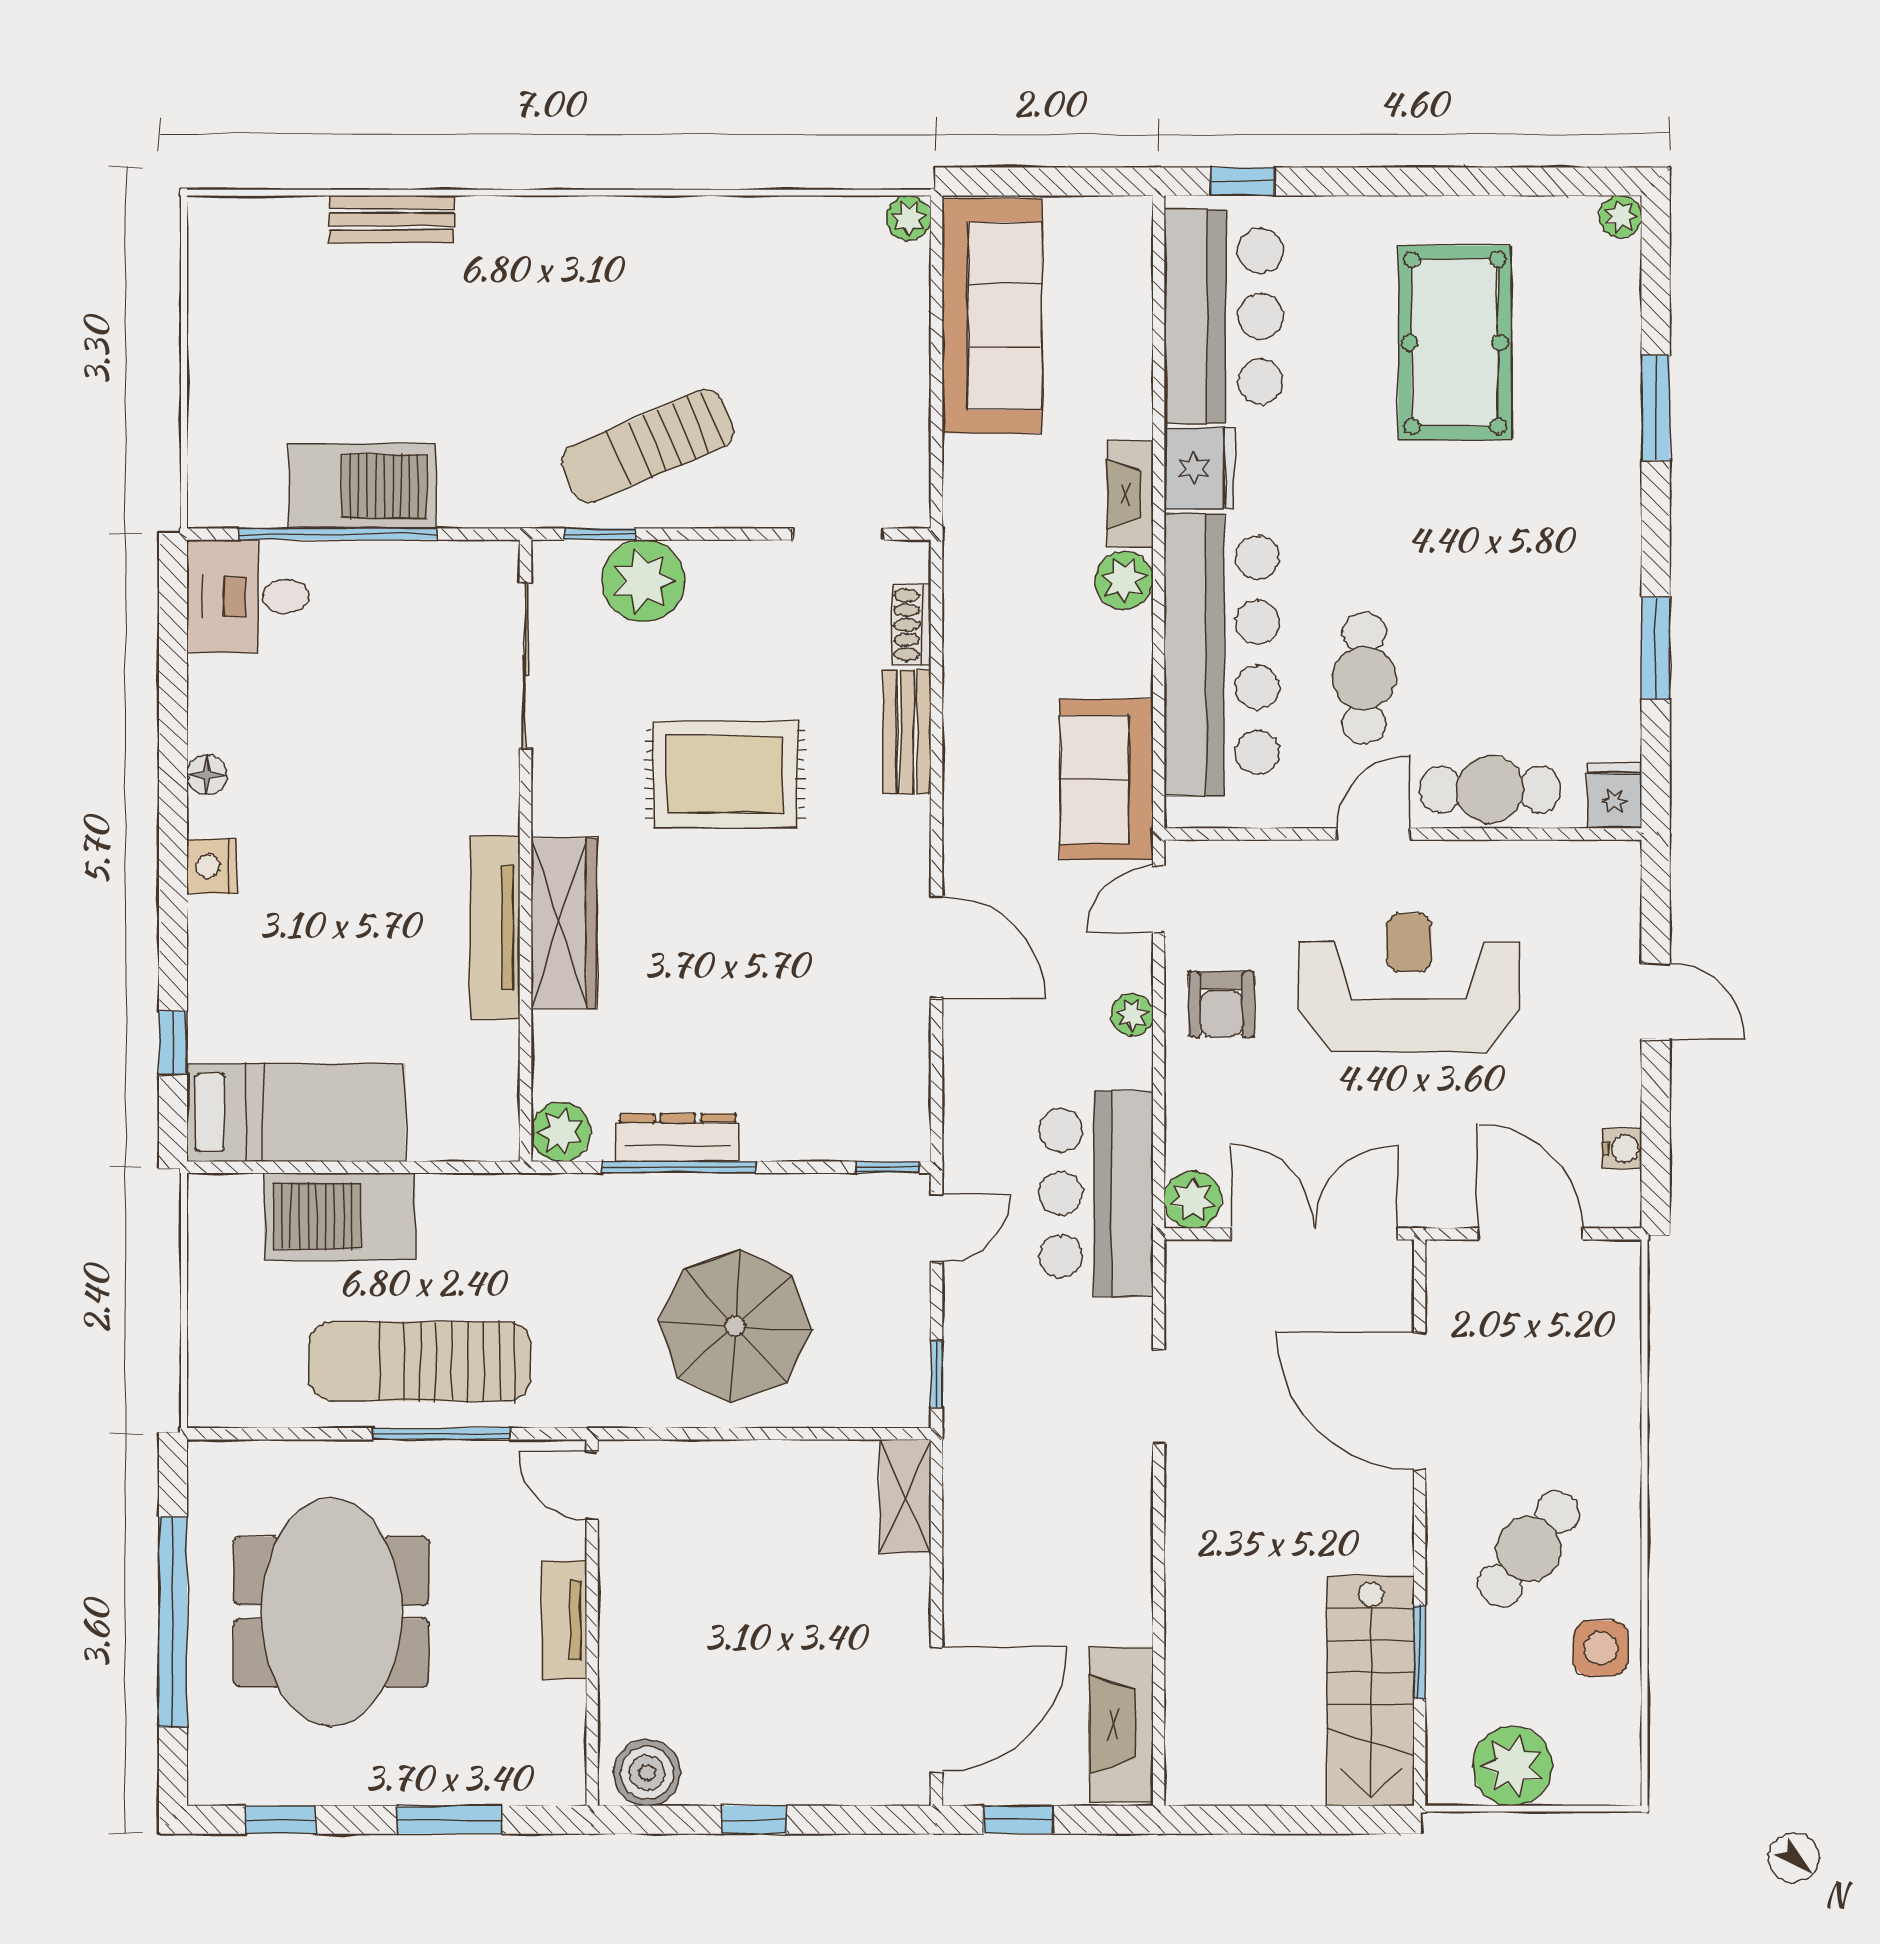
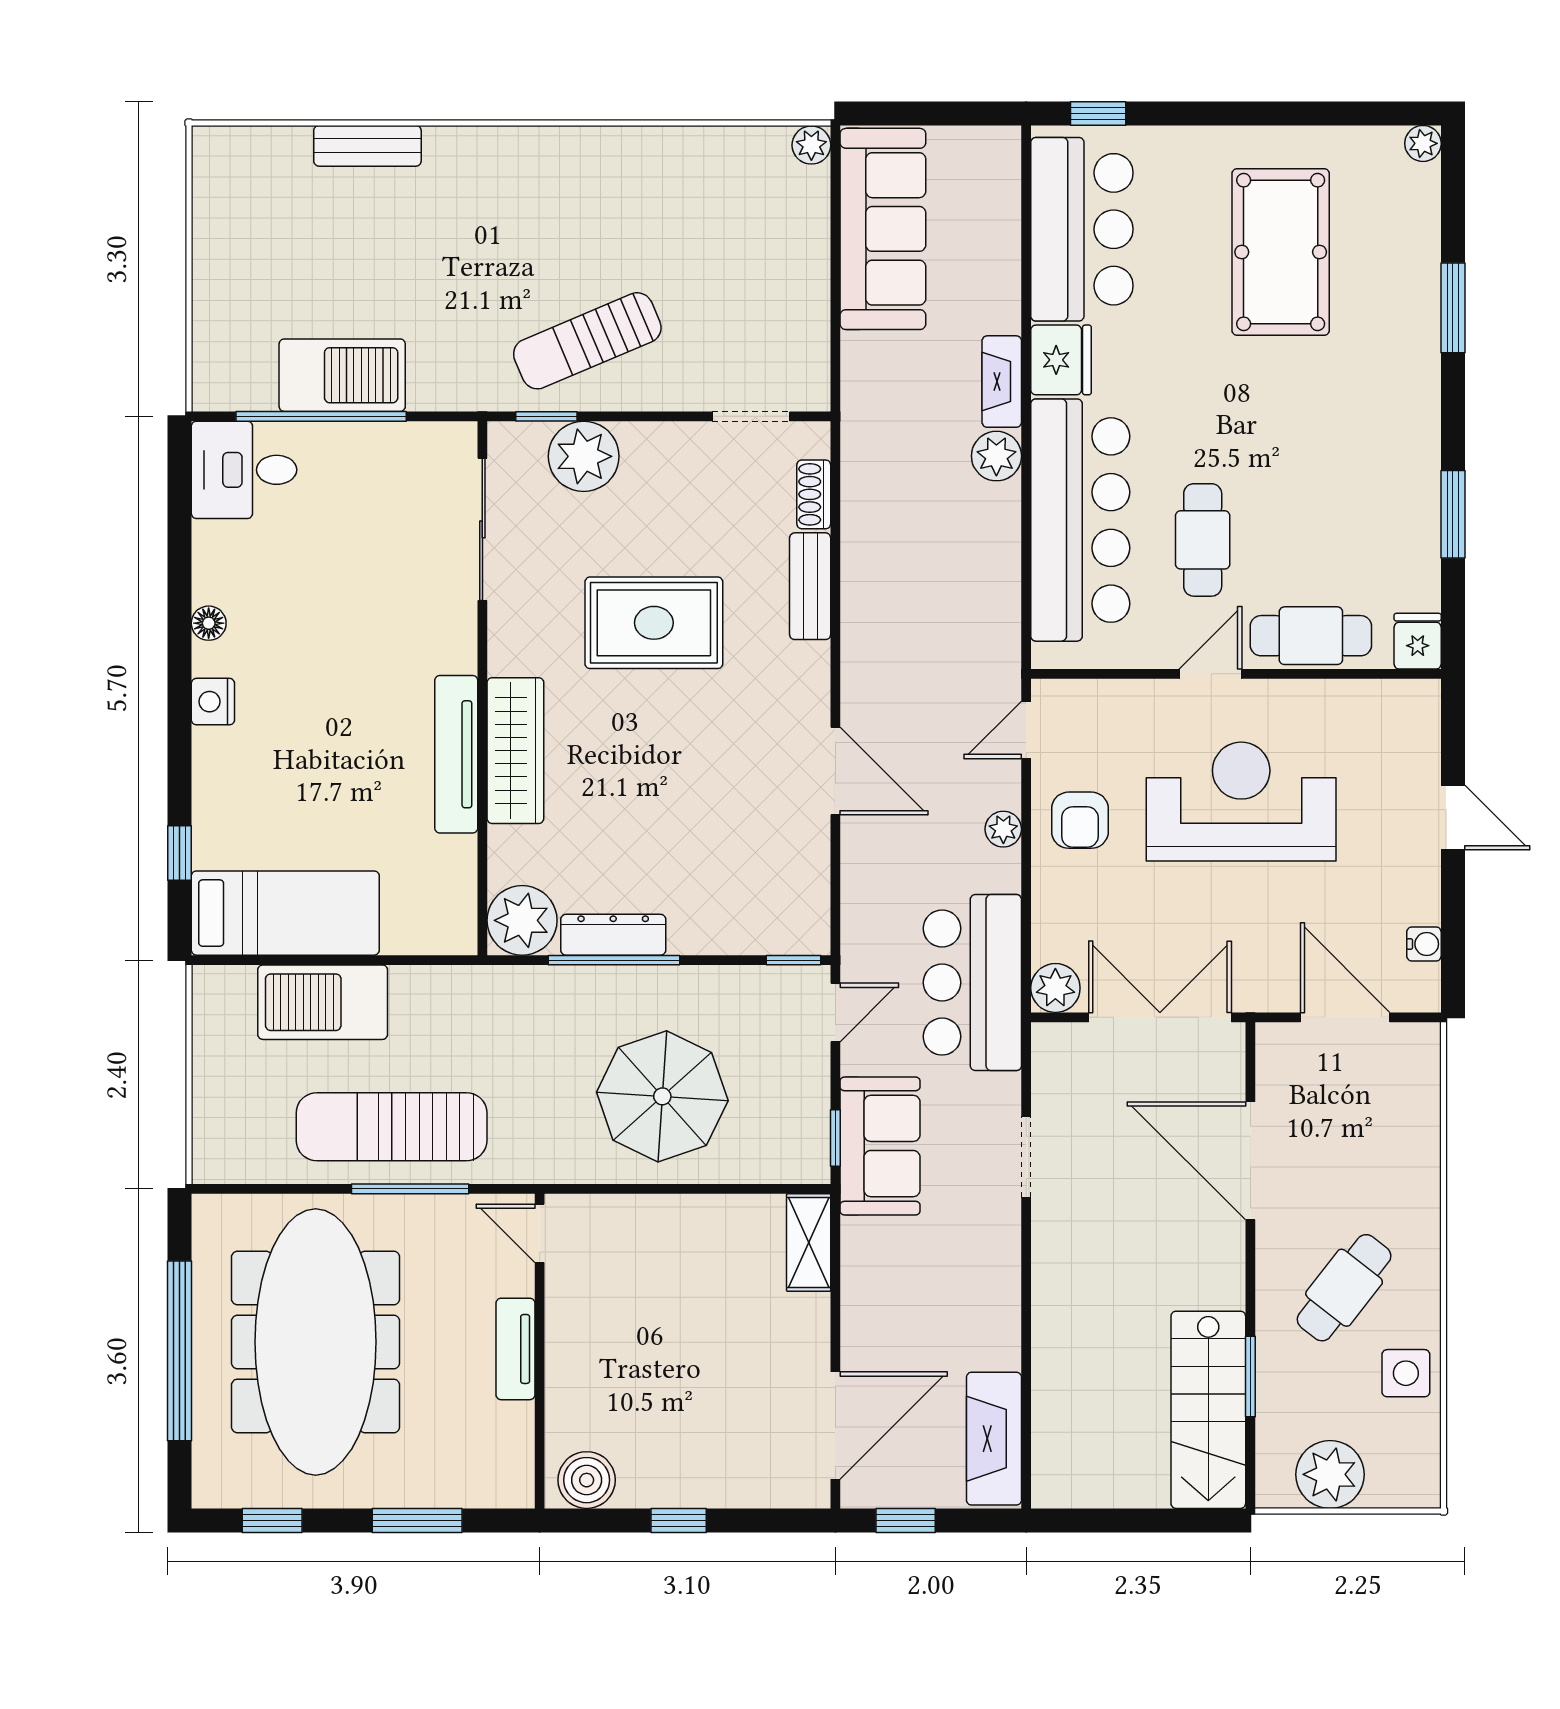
sofa: (1107, 779) -> (880, 1146), moved, turned 180
plant: (561, 1132) -> (522, 920), width x1.36, depth x1.36
meeting table: (331, 1612) -> (316, 1342), width x1.36

